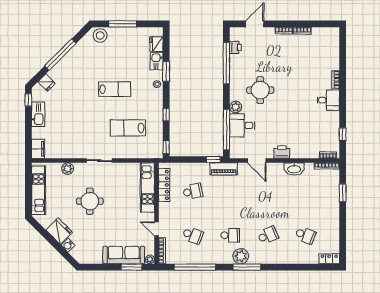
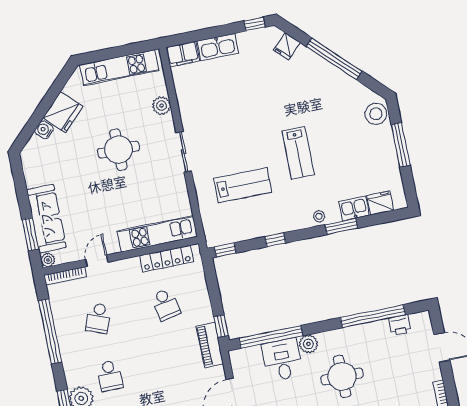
kitchen sink: (38, 114) -> (218, 47), moved
lab bench: (128, 128) -> (243, 185), turned 90

